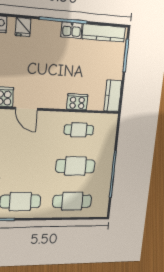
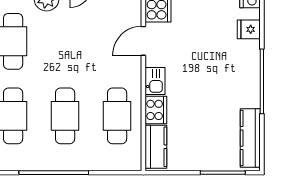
kitchen sink: (72, 30) -> (155, 81), moved, turned 180
kitchen counter: (113, 96) -> (156, 147), moved, turned 90
cafe table: (79, 130) -> (117, 116), width x1.37, depth x1.35

